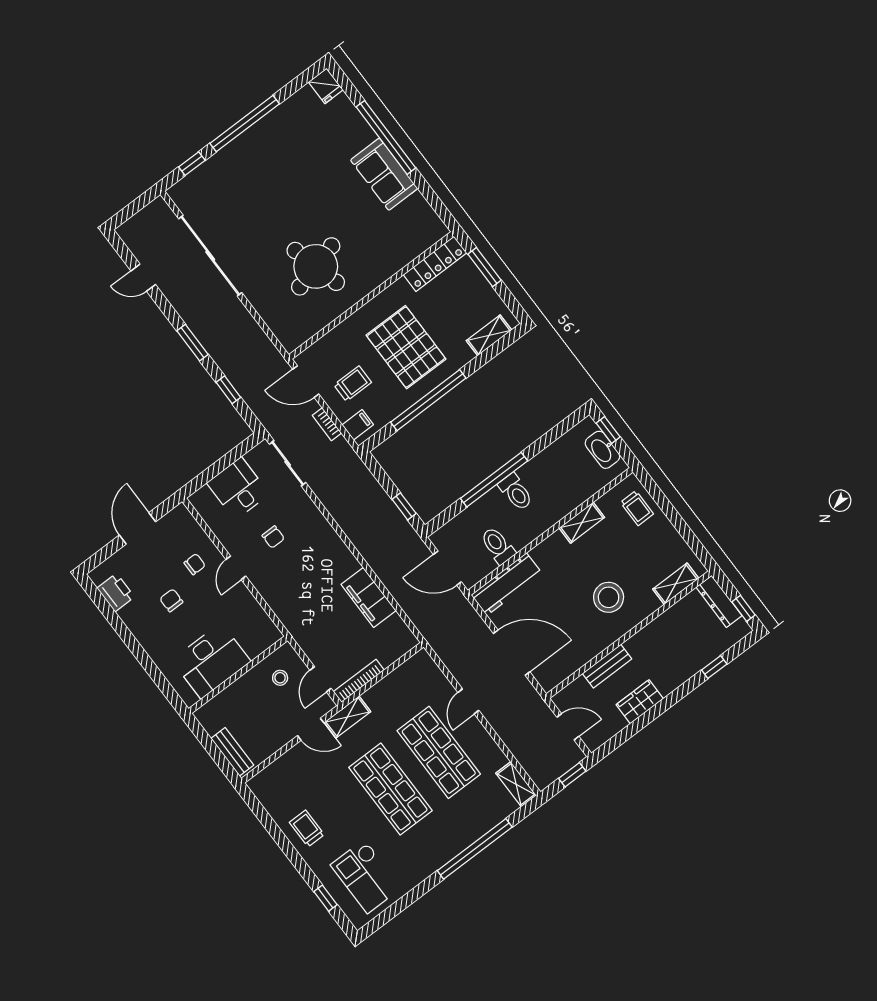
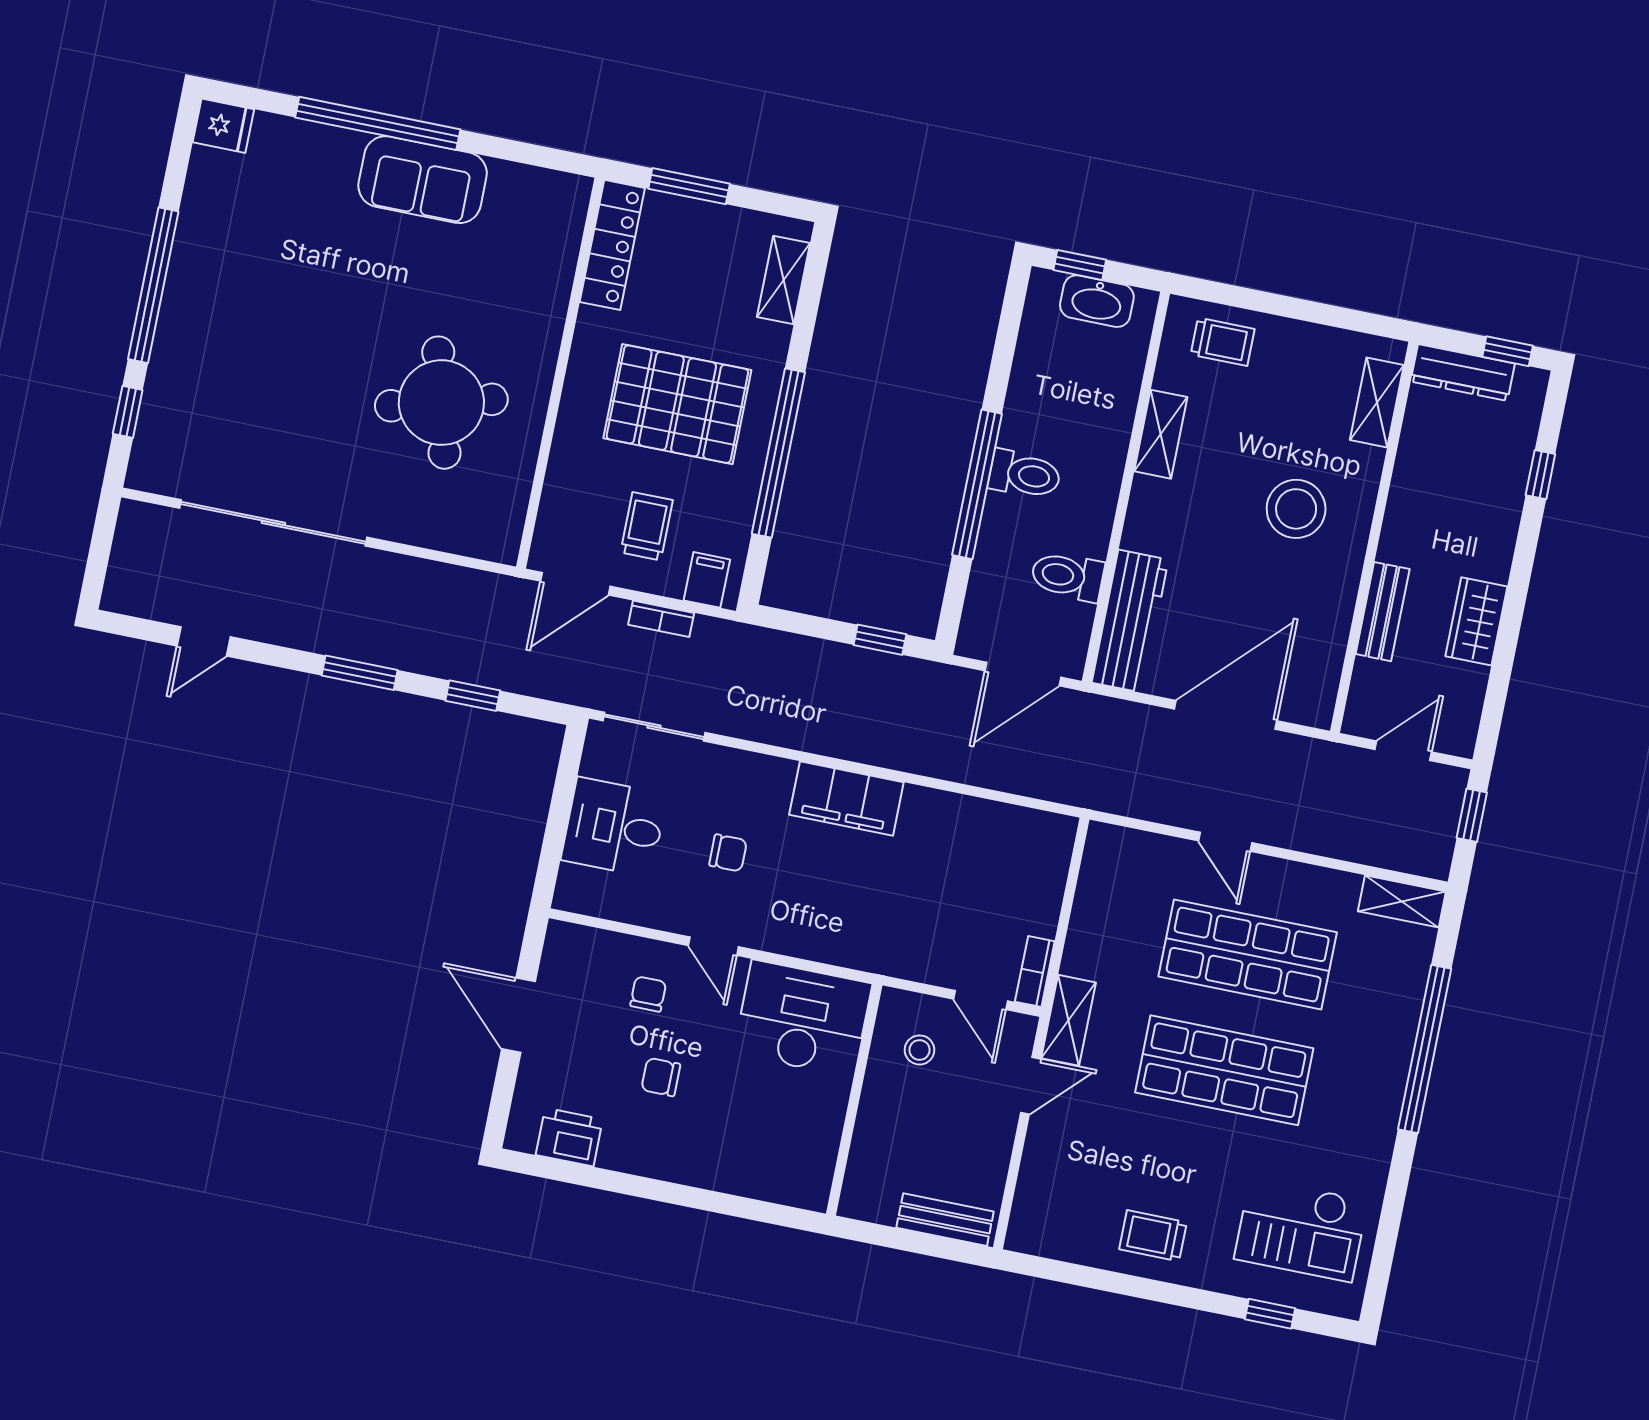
filing cabinet: (369, 597) -> (846, 798), moved
desk: (211, 661) -> (803, 1019), moved, turned -90
bookcase: (359, 681) -> (1035, 972), width x0.64

